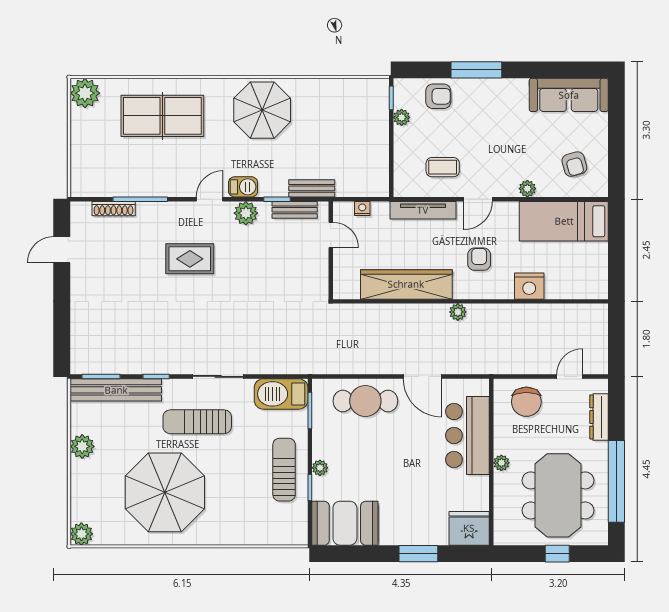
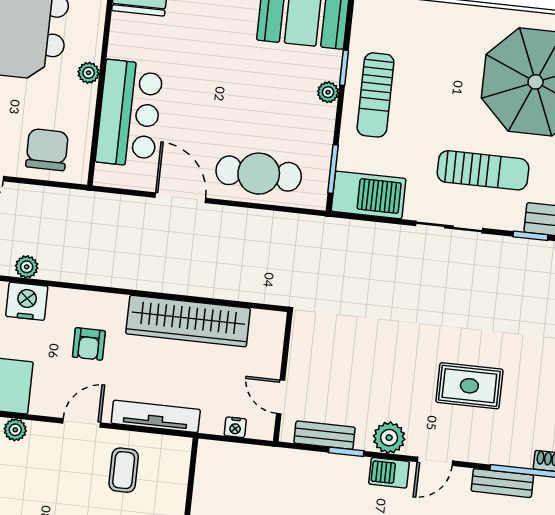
coffee table: (443, 167) -> (124, 470), turned 90
bench: (312, 188) -> (502, 483), moved
plant: (458, 312) -> (27, 267), moved

